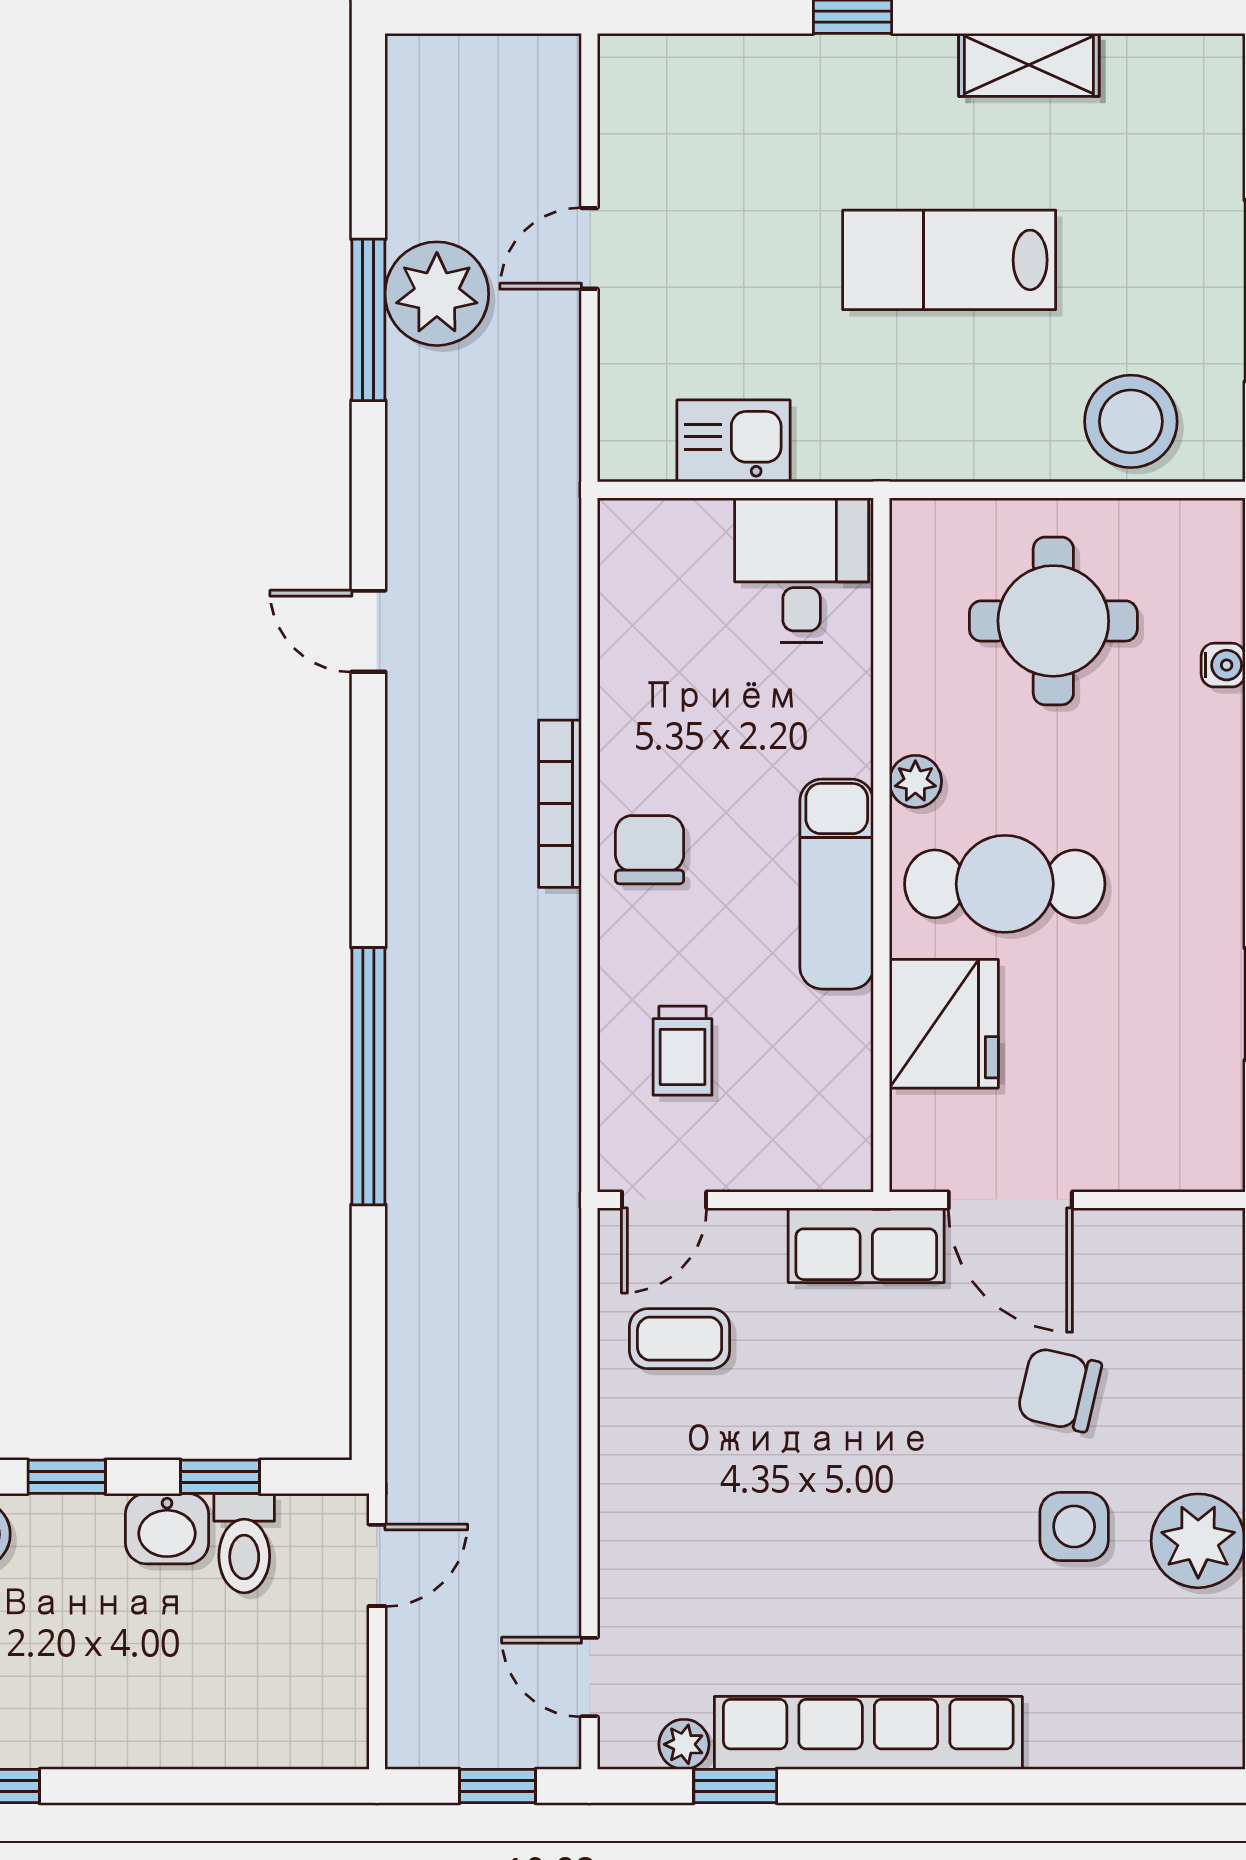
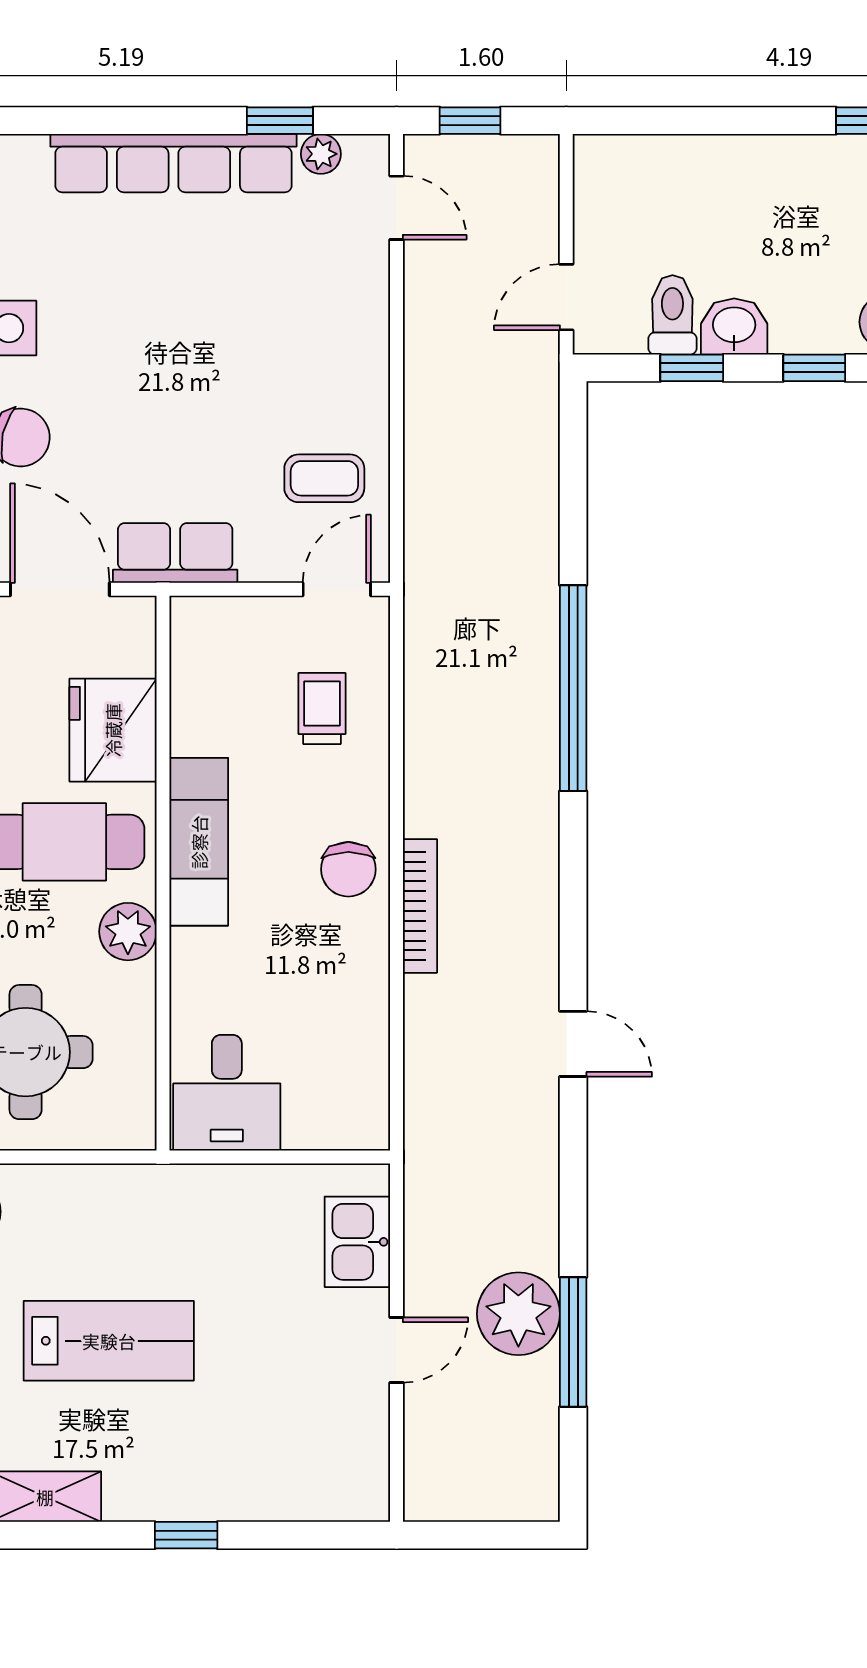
window: (368, 320) -> (573, 1342), moved
kitchen sink: (734, 441) -> (357, 1242), moved, turned 90
plant: (915, 781) -> (128, 932), width x1.38, depth x1.38

